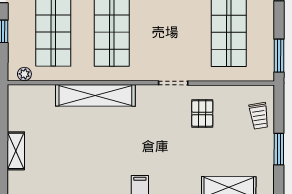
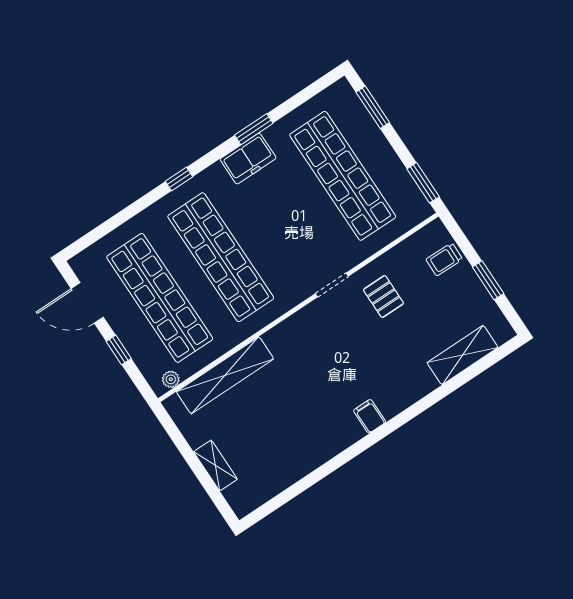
shelving: (95, 95) -> (225, 375), moved
trolley: (259, 116) -> (444, 259), turned 100

